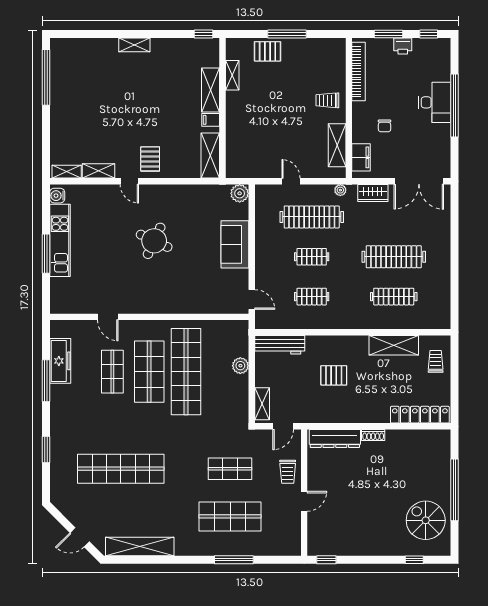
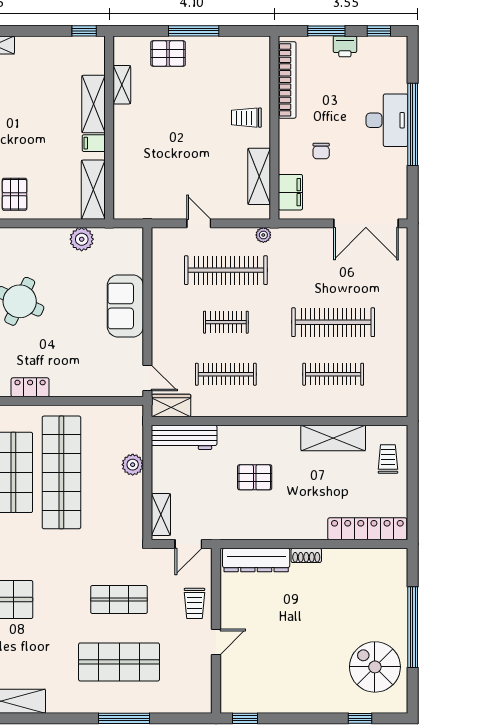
plant: (240, 193) -> (82, 239), moved
wardrobe: (373, 193) -> (171, 406), moved, turned 180
clothes rail: (312, 297) -> (226, 374), width x1.36
locker: (162, 307) -> (30, 387), added

